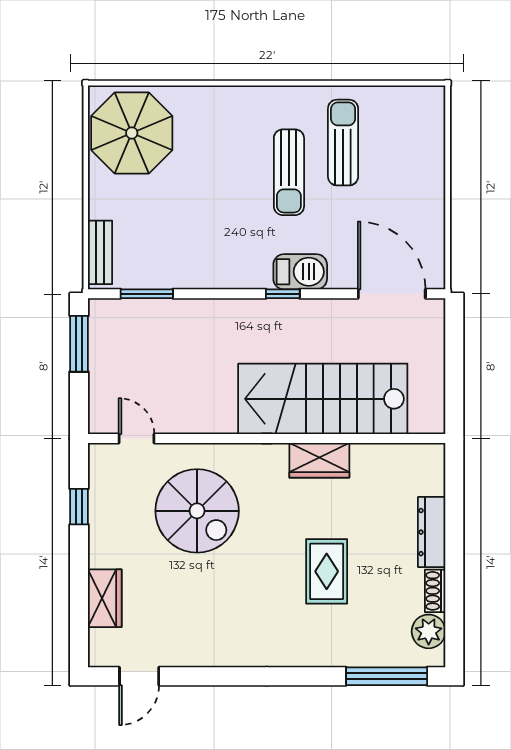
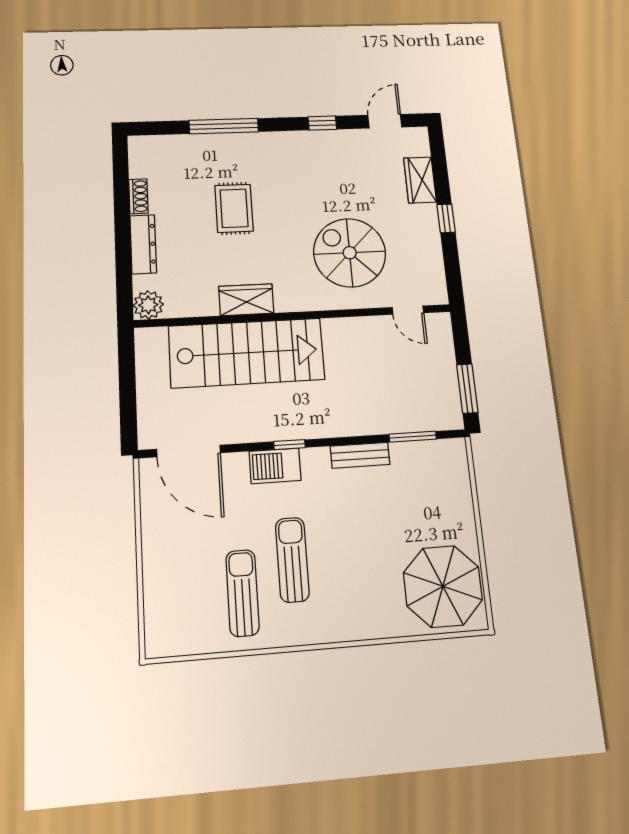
sun lounger: (343, 143) -> (243, 593), turned 180
bench: (100, 252) -> (360, 455), moved, turned 90
window: (79, 507) -> (446, 218), moved
plant: (429, 631) -> (148, 305), moved
window: (215, 676) -> (322, 123), added
window: (387, 676) -> (224, 126), moved

